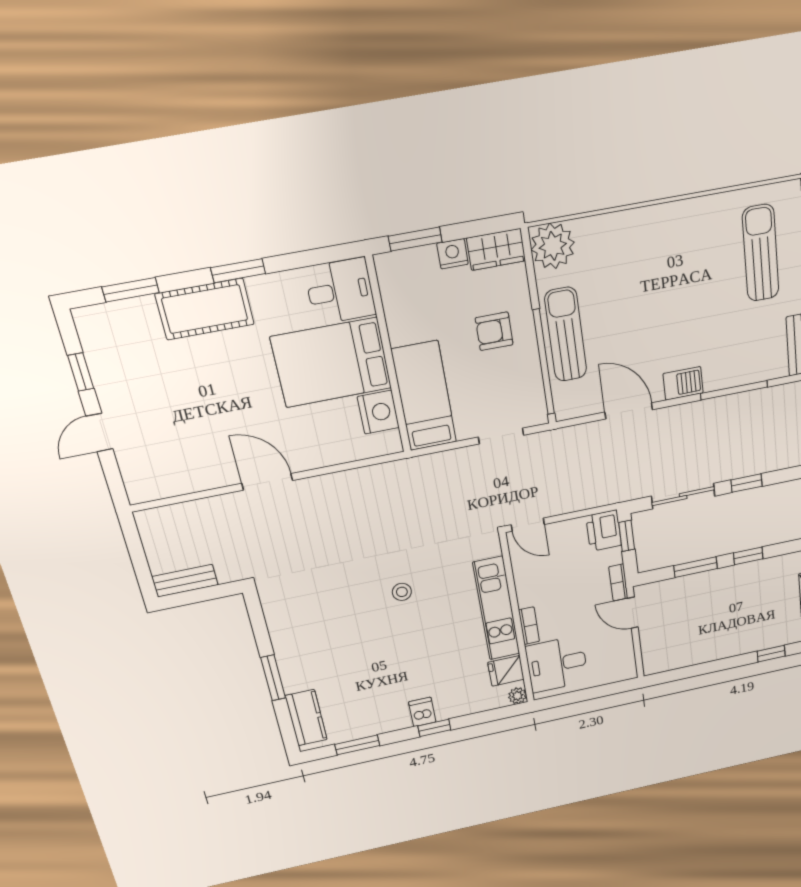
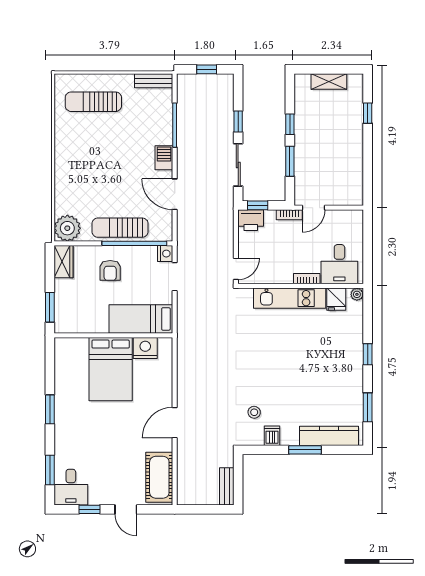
nightstand: (452, 254) -> (165, 254), moved, turned 180
desk: (340, 291) -> (71, 487), moved, turned 180
cot: (205, 309) -> (159, 477), moved
door: (629, 411) -> (175, 194), hinge flipped
stool: (402, 592) -> (254, 412), moved
dishwasher: (422, 712) -> (272, 436), moved, turned 90
kitchen counter: (306, 718) -> (329, 436), width x1.50

